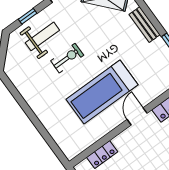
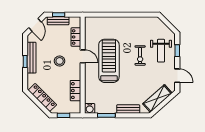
door: (137, 116) -> (83, 56), moved
stool: (147, 153) -> (60, 61), added

